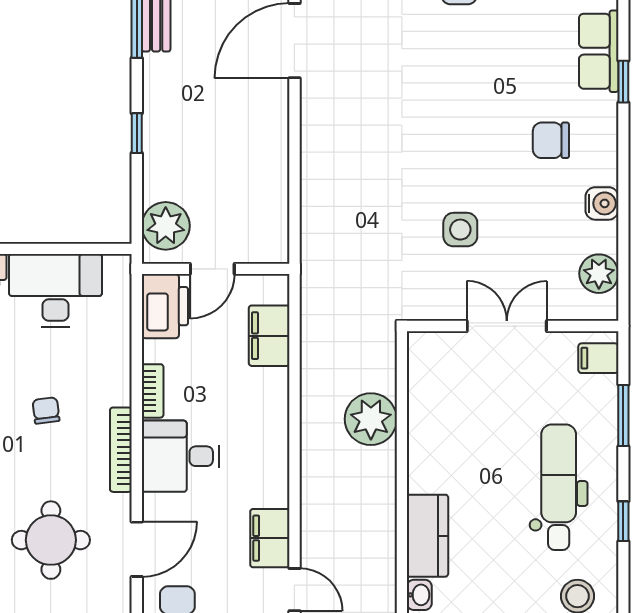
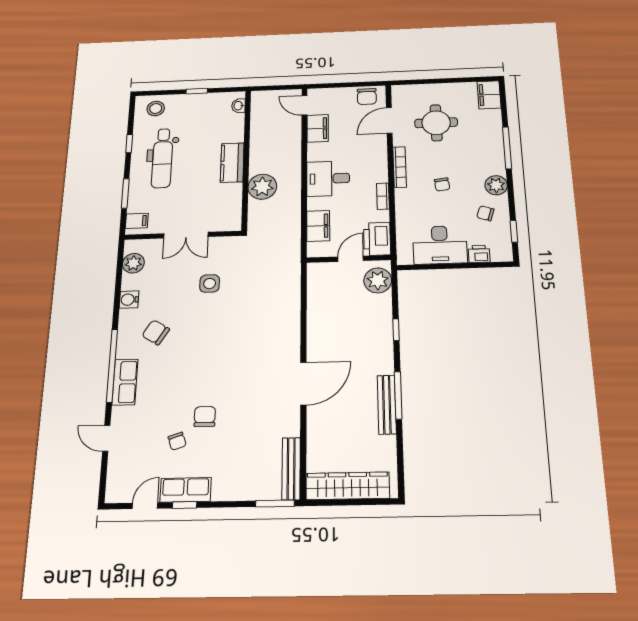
window: (623, 82) -> (112, 365), width x3.17
chair: (551, 140) -> (156, 332), turned -148
desk: (180, 456) -> (328, 179), moved, turned 180
kitchen counter: (427, 536) -> (232, 163), moved

